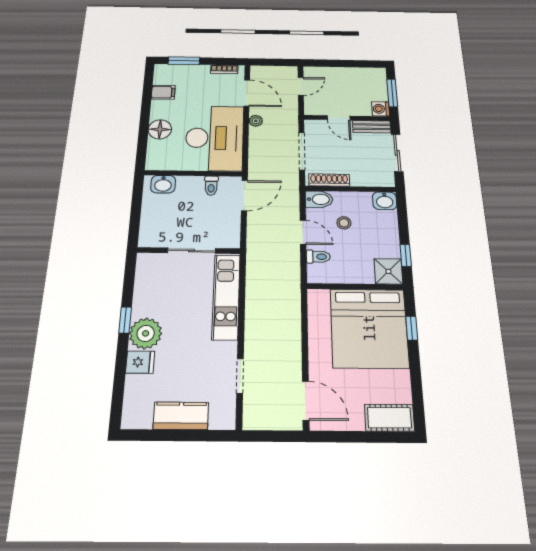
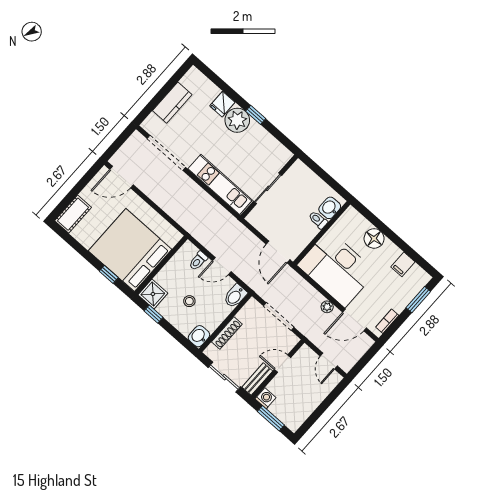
shoe rack: (329, 180) -> (227, 333), moved
toilet: (211, 186) -> (318, 220), moved
stool: (344, 223) -> (189, 301), moved
doorway: (240, 376) -> (166, 153), width x1.88

